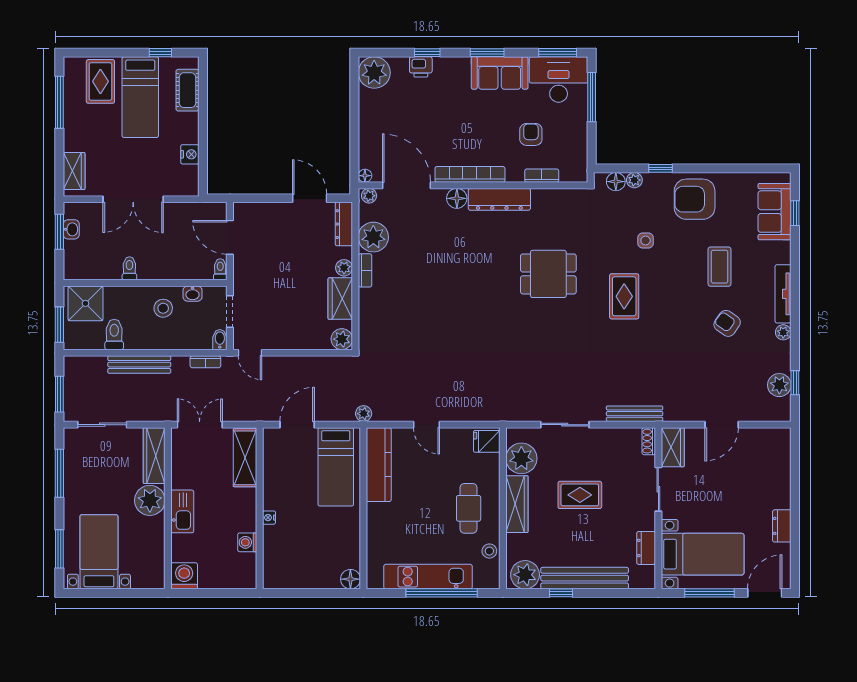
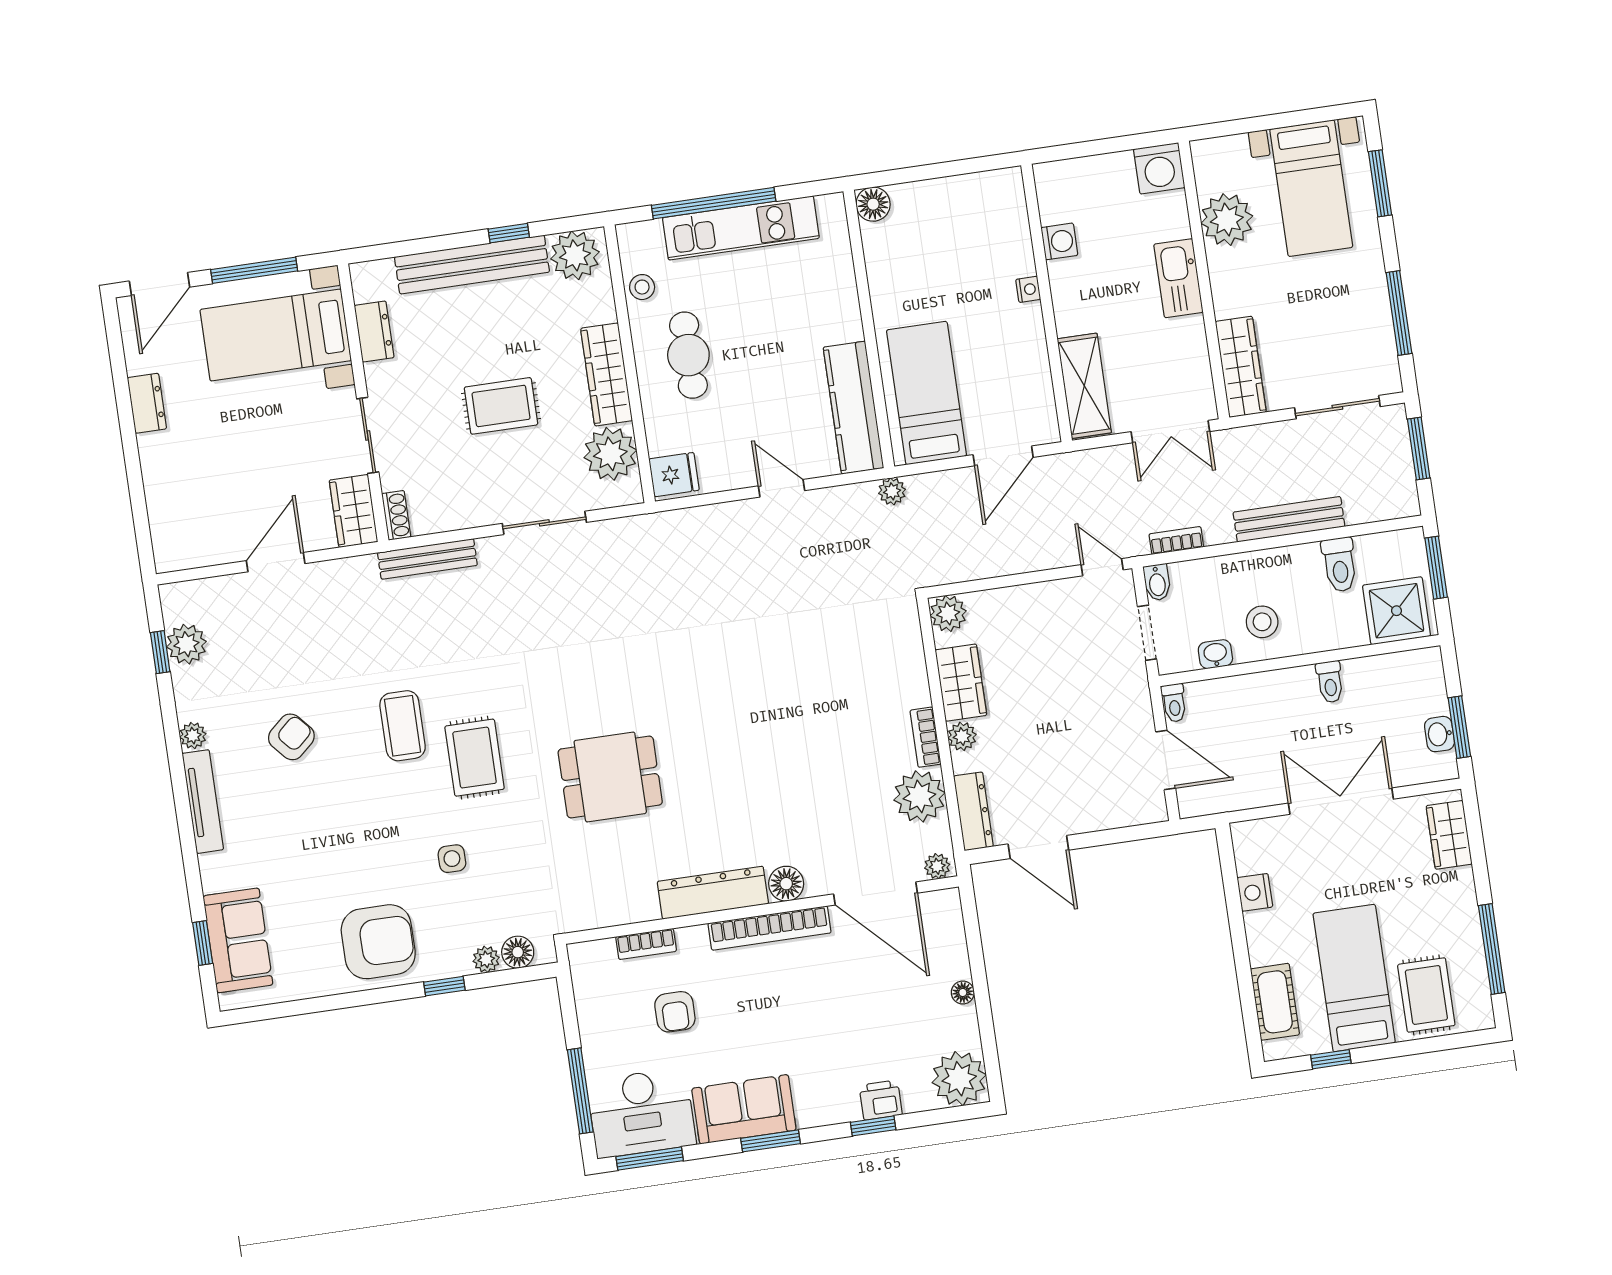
floor lamp: (365, 176) -> (963, 992), moved
coffee table: (719, 267) -> (403, 726), moved
armchair: (727, 323) -> (291, 737), turned -77
plant: (150, 500) -> (1227, 220), moved

